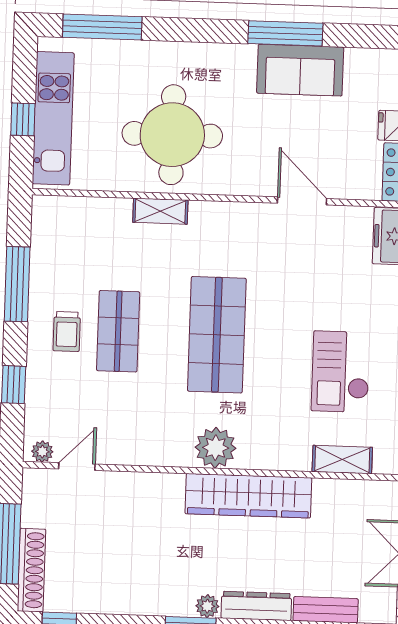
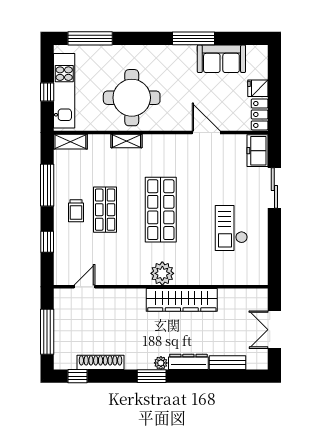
sofa: (300, 70) -> (221, 59), moved
plant: (42, 452) -> (65, 279), removed
shelving: (342, 460) -> (70, 142), moved
shoe rack: (31, 570) -> (101, 362), moved, turned -90

